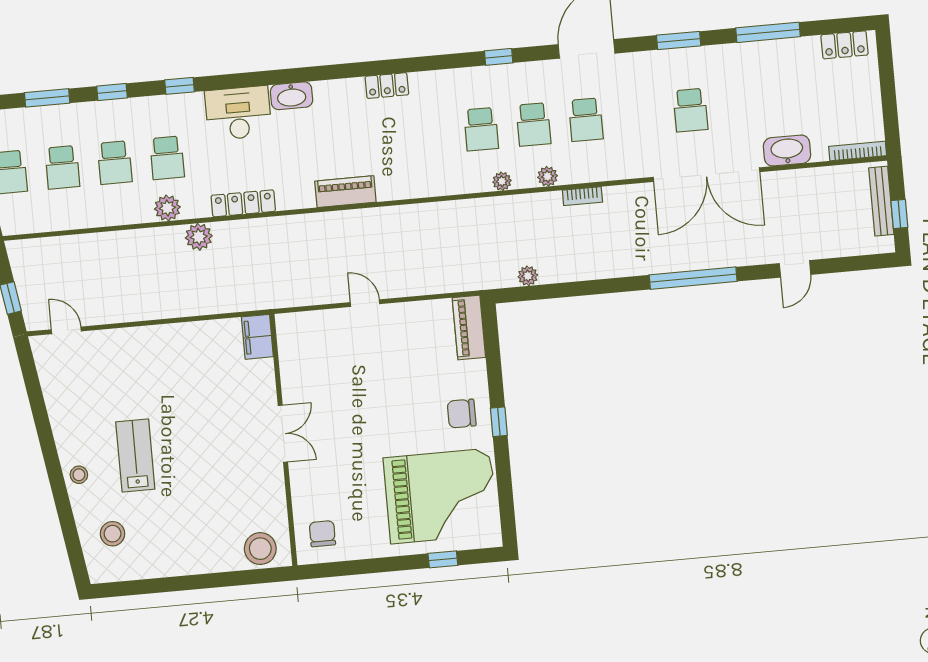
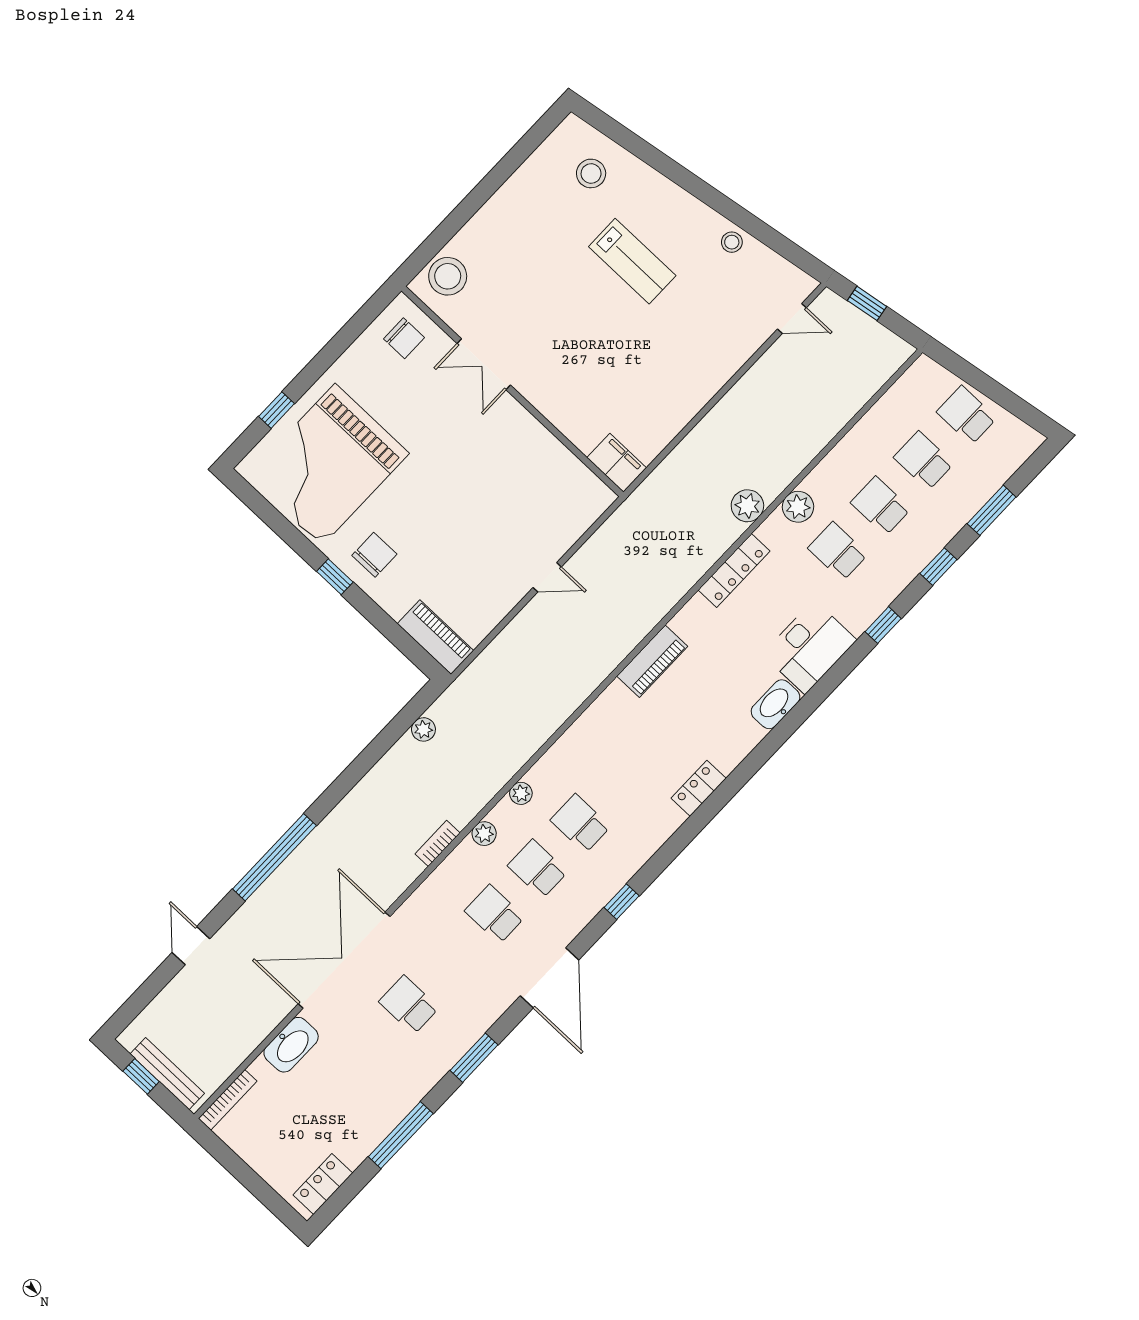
double door: (283, 434) -> (484, 364), moved
stool: (79, 475) -> (732, 242), moved

